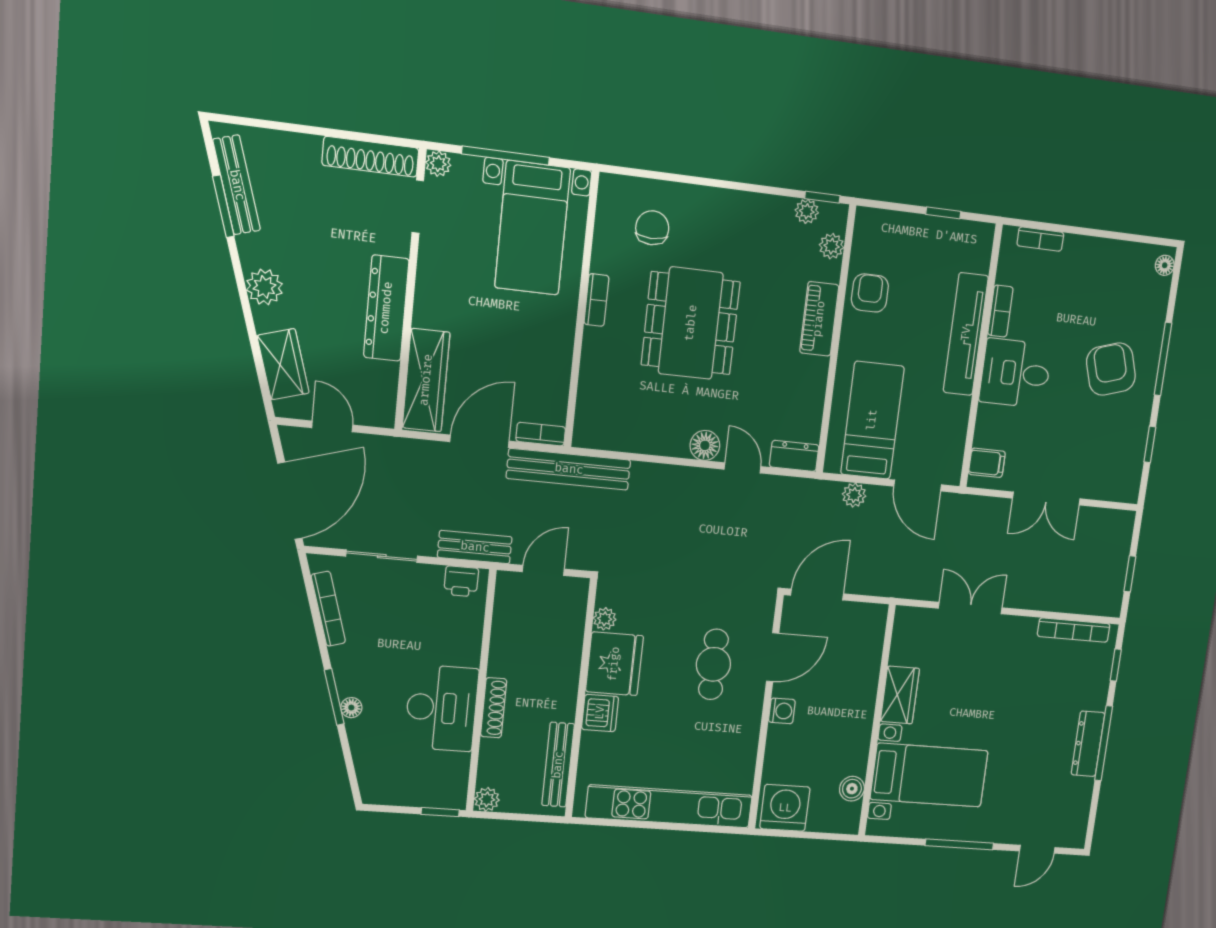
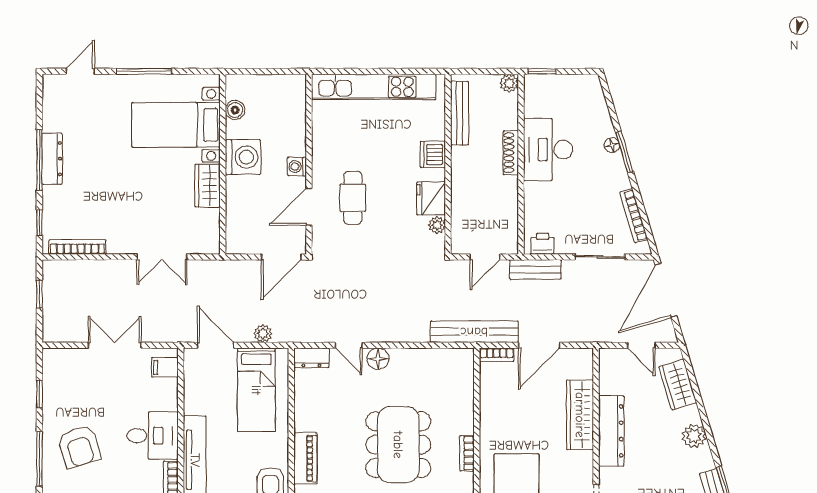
wardrobe: (426, 380) -> (580, 415), moved
fridge: (614, 664) -> (431, 198), width x0.73, depth x0.75
washing machine: (785, 808) -> (243, 157), moved, turned -90

